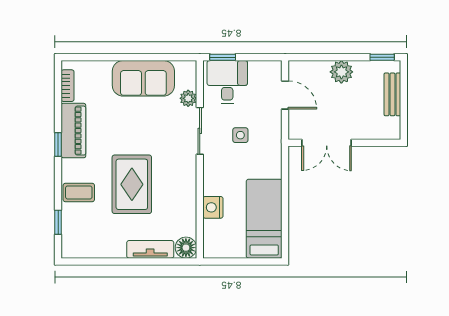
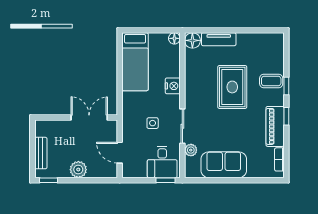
nightstand: (213, 207) -> (173, 86), moved
window: (58, 222) -> (286, 86), moved
floor lamp: (211, 250) -> (174, 38), added

